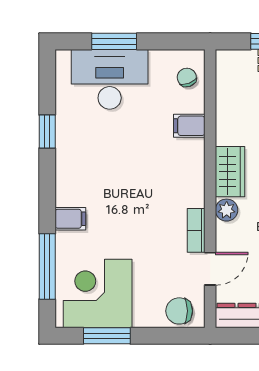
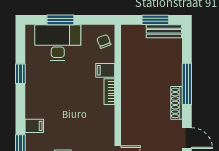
wardrobe: (230, 172) -> (130, 98), removed
plant: (227, 210) -> (128, 121), removed
bookcase: (196, 230) -> (109, 92), moved

